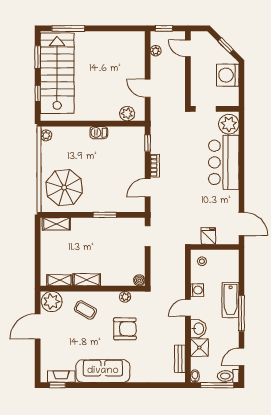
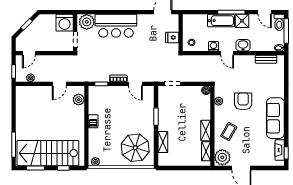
washing machine: (228, 75) -> (65, 23), moved
shelving: (56, 224) -> (163, 142), moved
shower: (199, 348) -> (242, 21), moved

